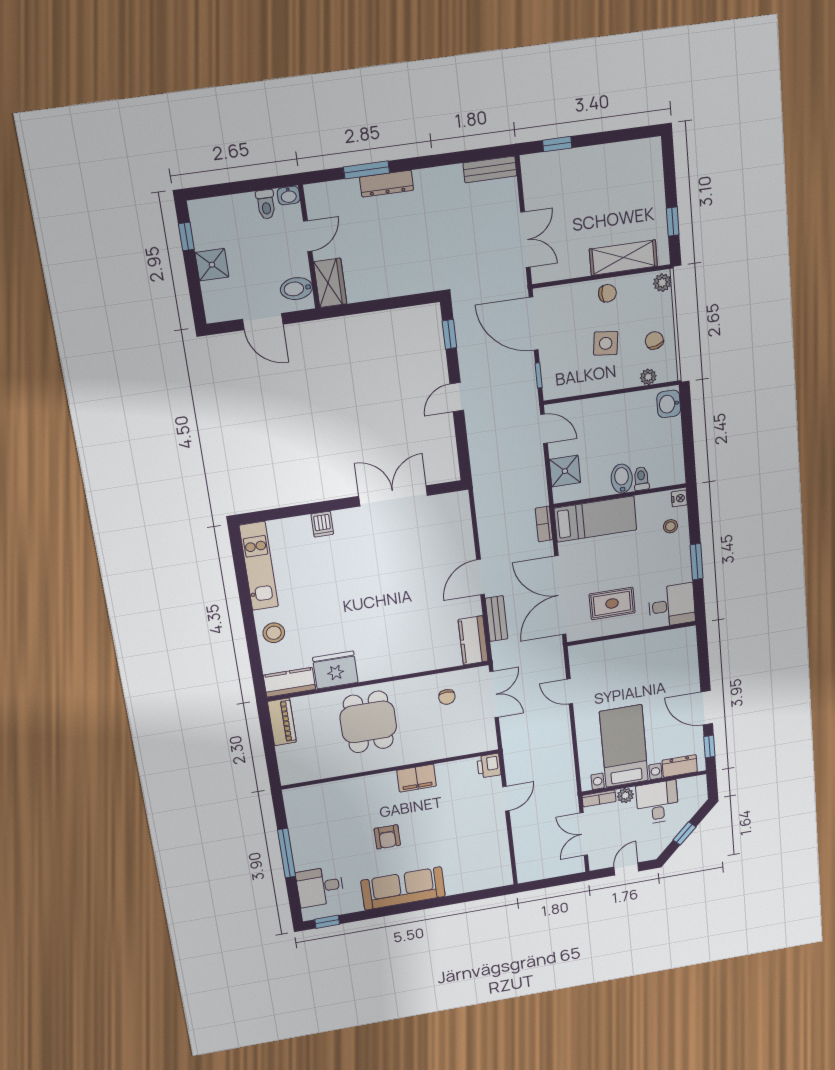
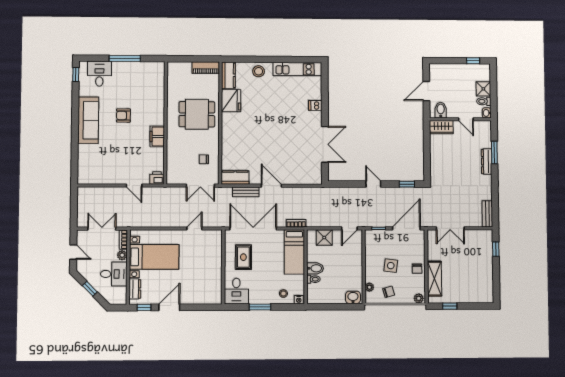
shower: (212, 265) -> (483, 89), moved

